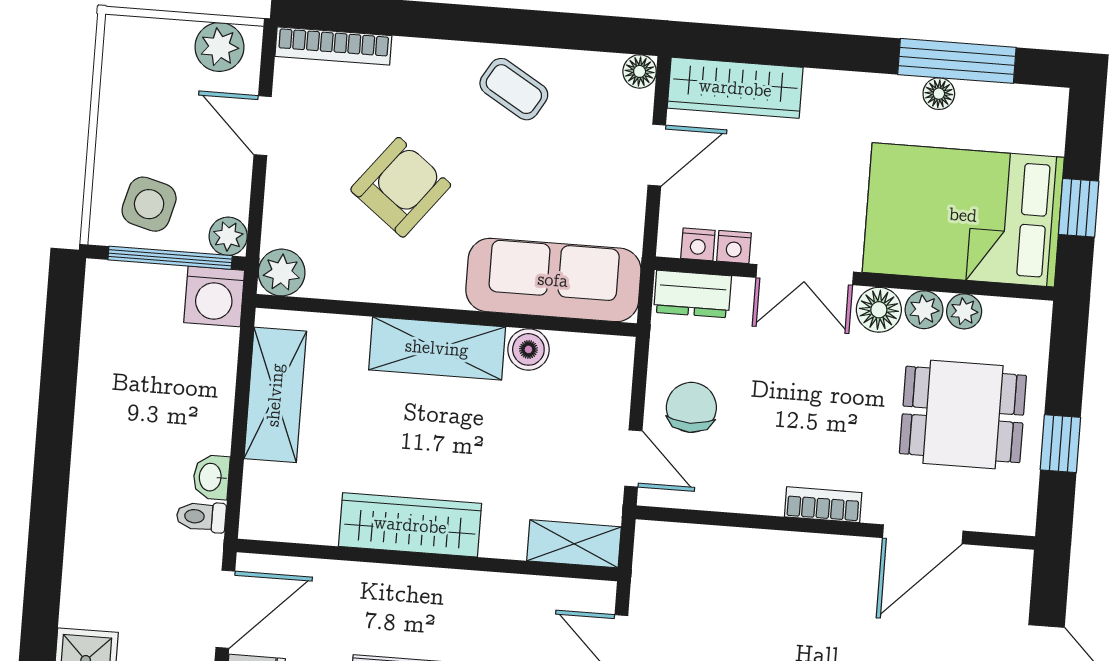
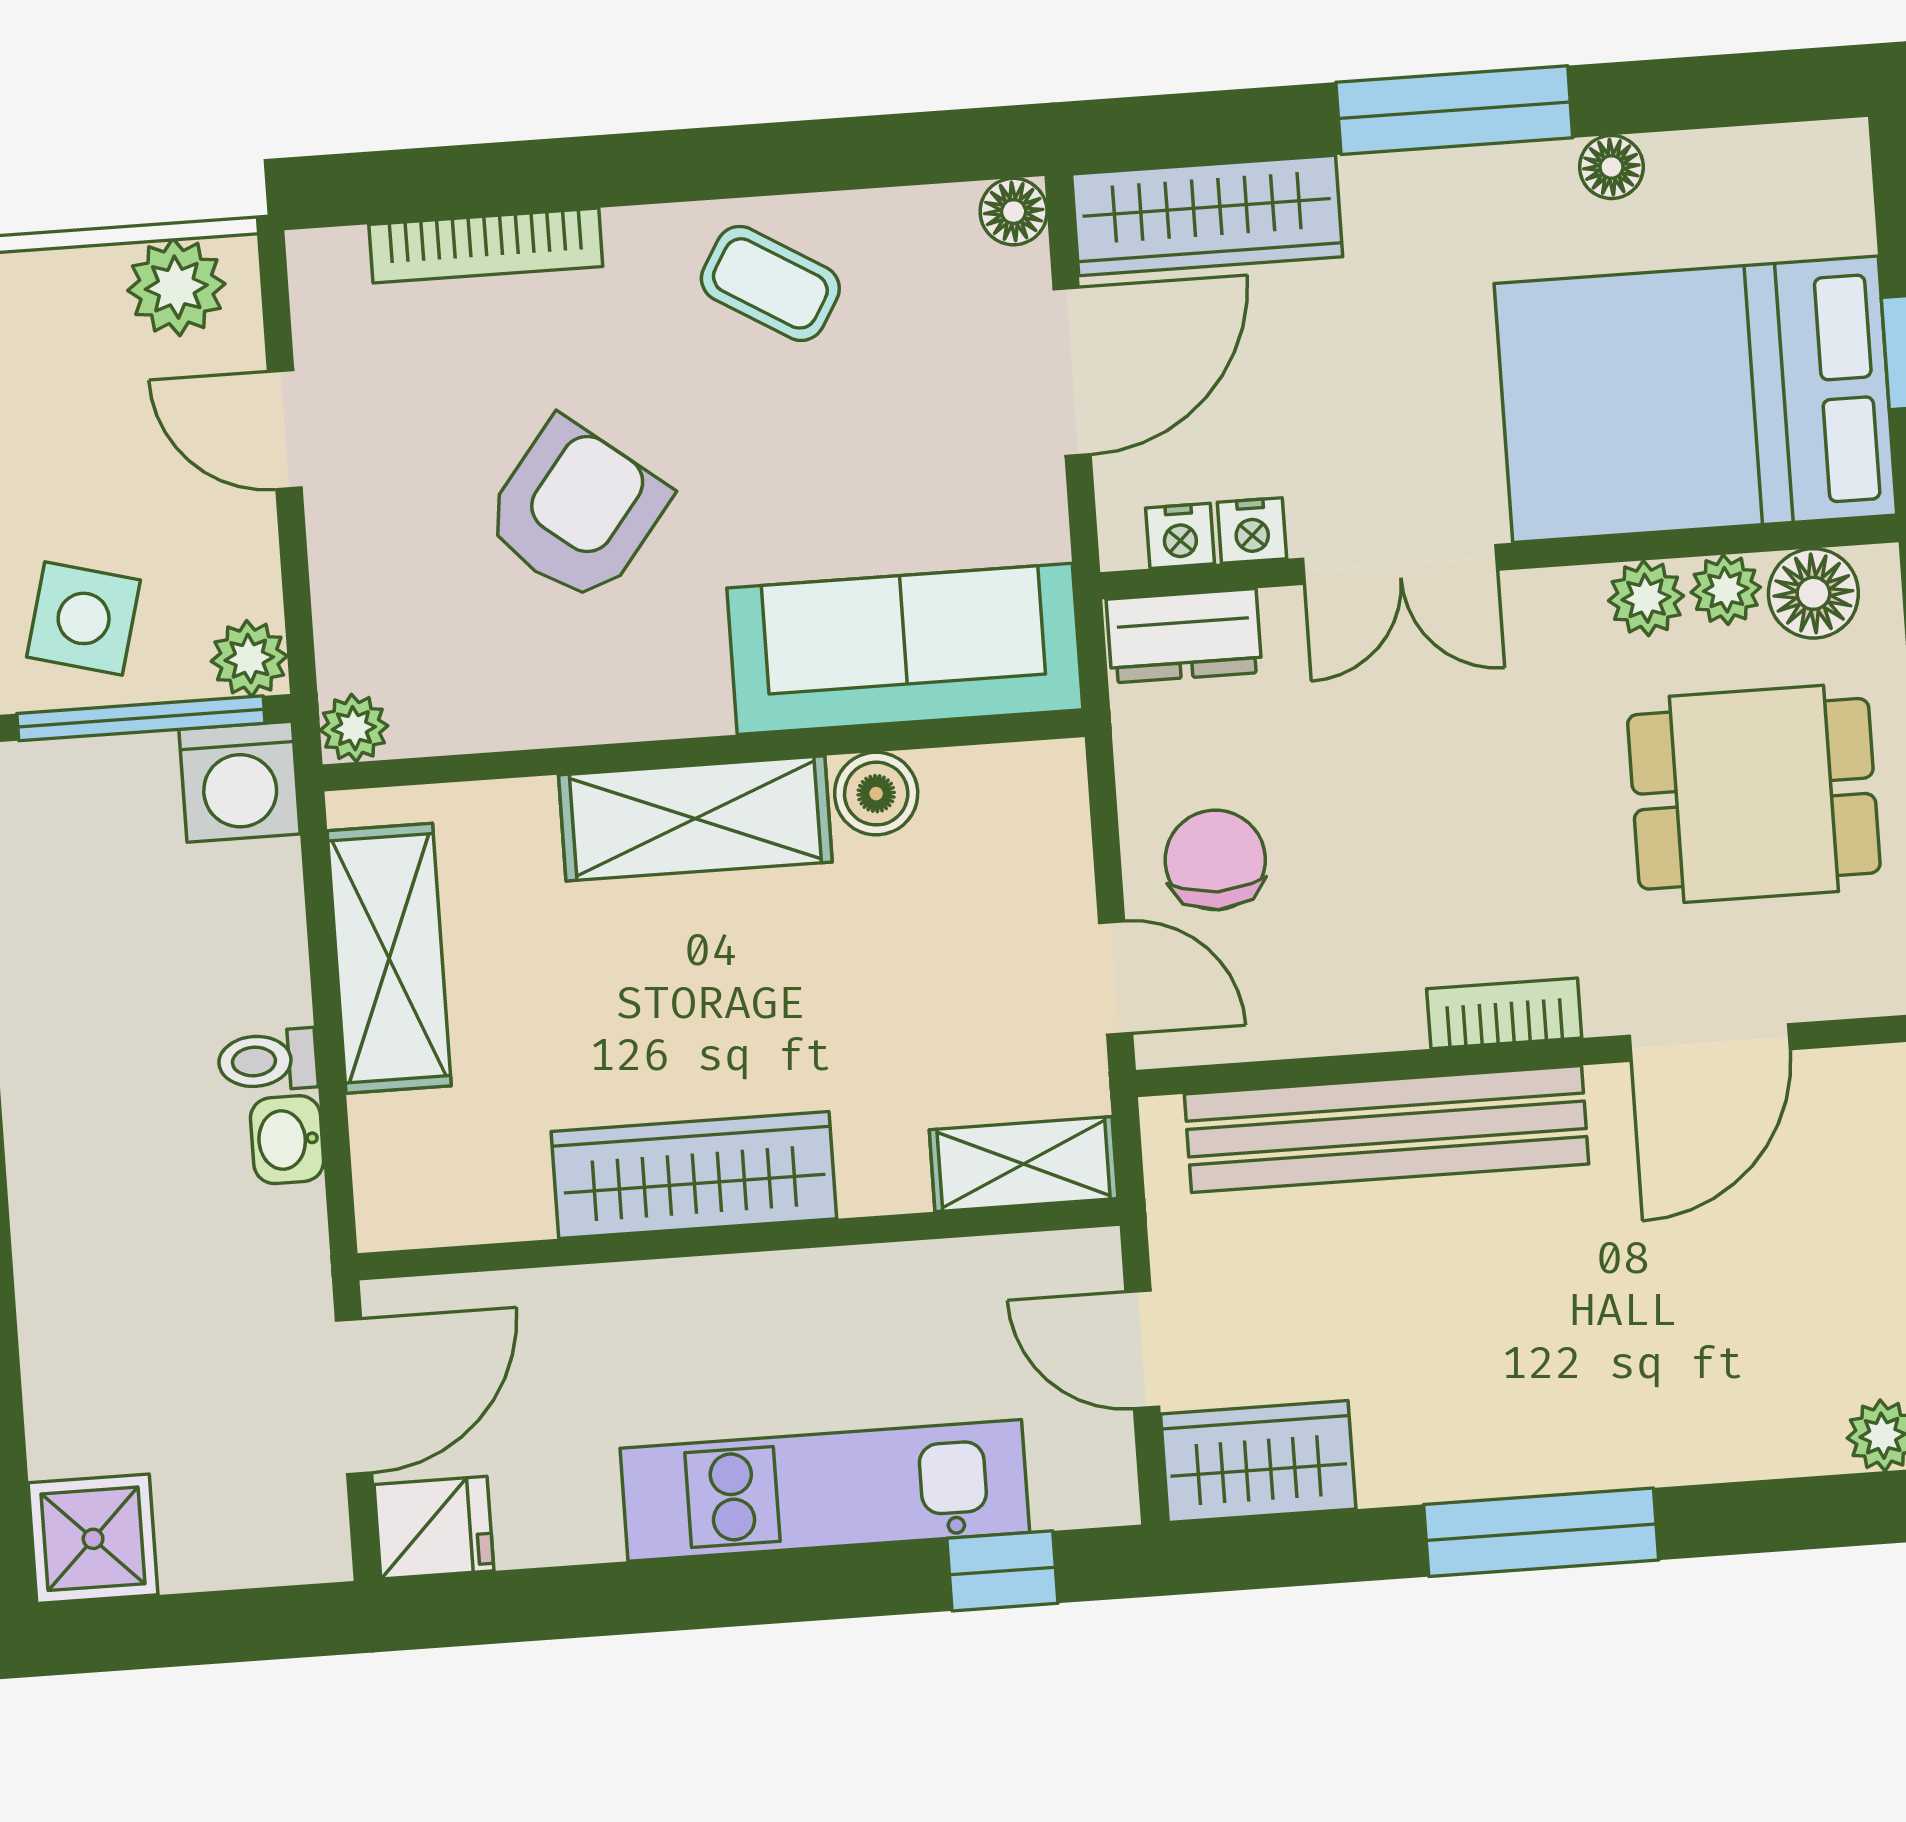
bookcase: (333, 46) -> (486, 245), moved
window: (957, 61) -> (1454, 110), moved
door: (657, 155) -> (1072, 372), width x1.38
plant: (282, 273) -> (354, 728), width x0.73, depth x0.73
floor lamp: (879, 310) -> (1813, 593), moved
toilet: (201, 517) -> (268, 1061), moved
bench: (756, 553) -> (1386, 1129), added

